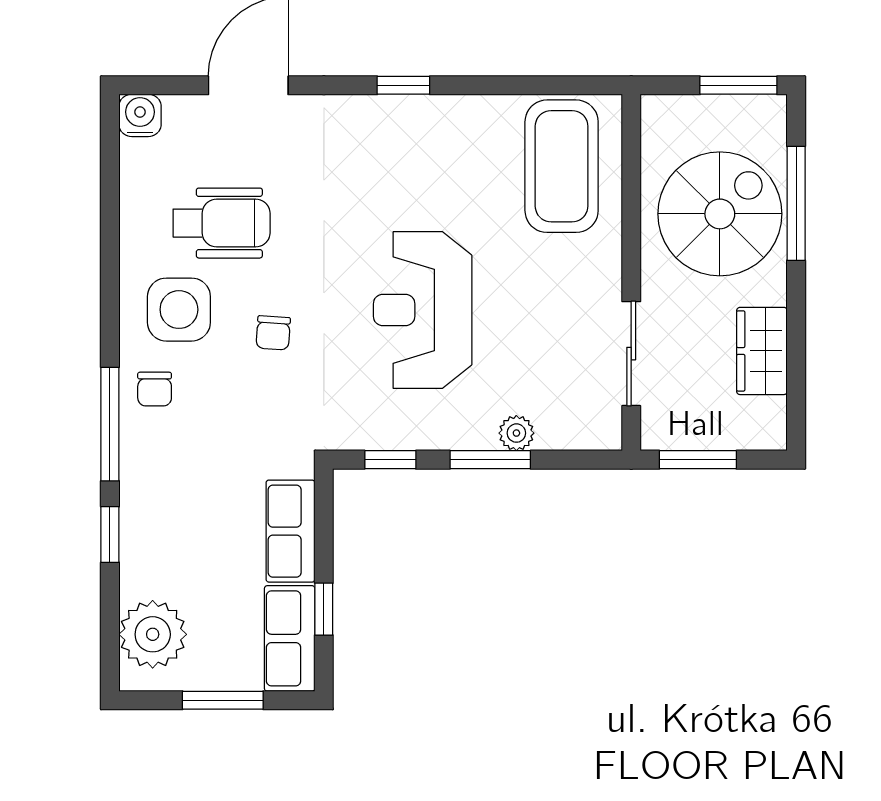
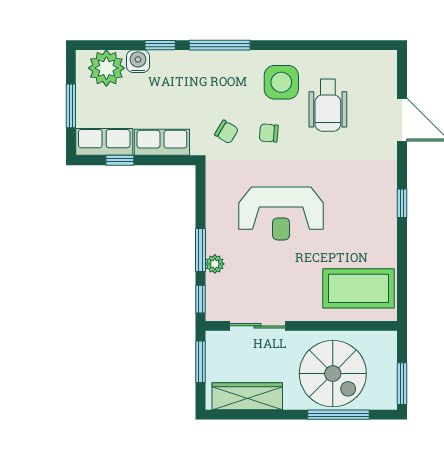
water cooler: (140, 115) -> (138, 61), moved, turned -90
reception desk: (423, 310) -> (281, 214), turned 180
wardrobe: (762, 351) -> (247, 396), width x1.50
chair: (155, 389) -> (227, 132), moved, turned -149
window: (390, 460) -> (200, 299), moved

